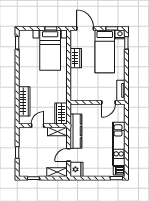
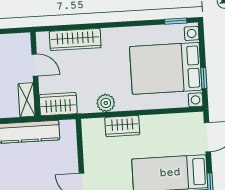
bed with nightstands: (50, 50) -> (166, 68), width x1.36
wardrobe: (76, 58) -> (122, 126), moved
plant: (62, 86) -> (106, 103), added

